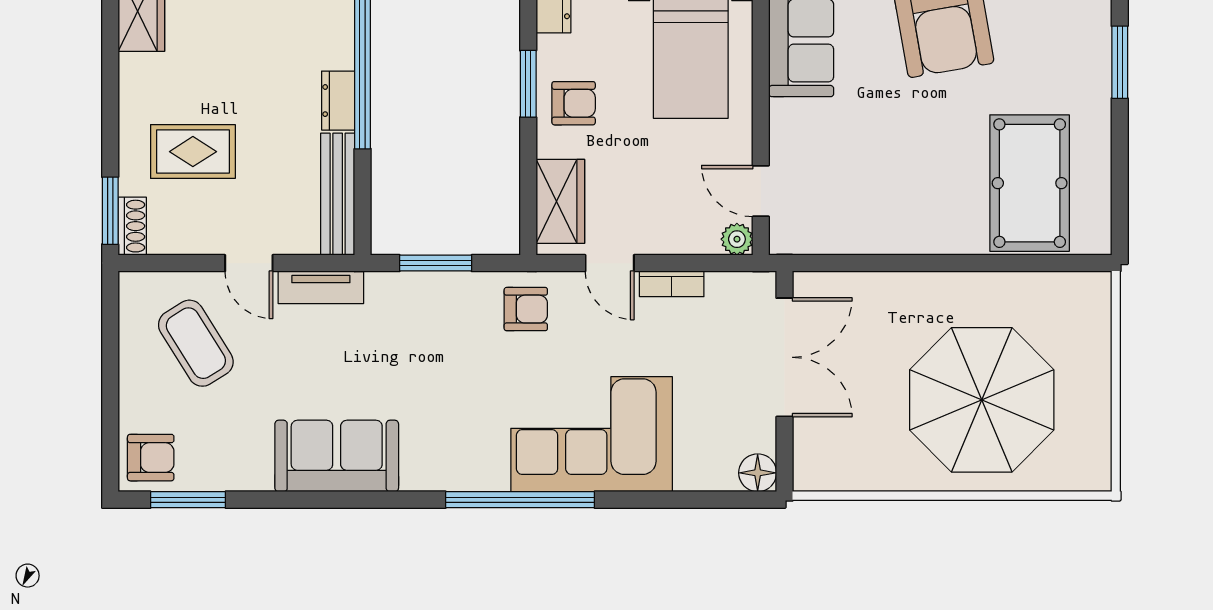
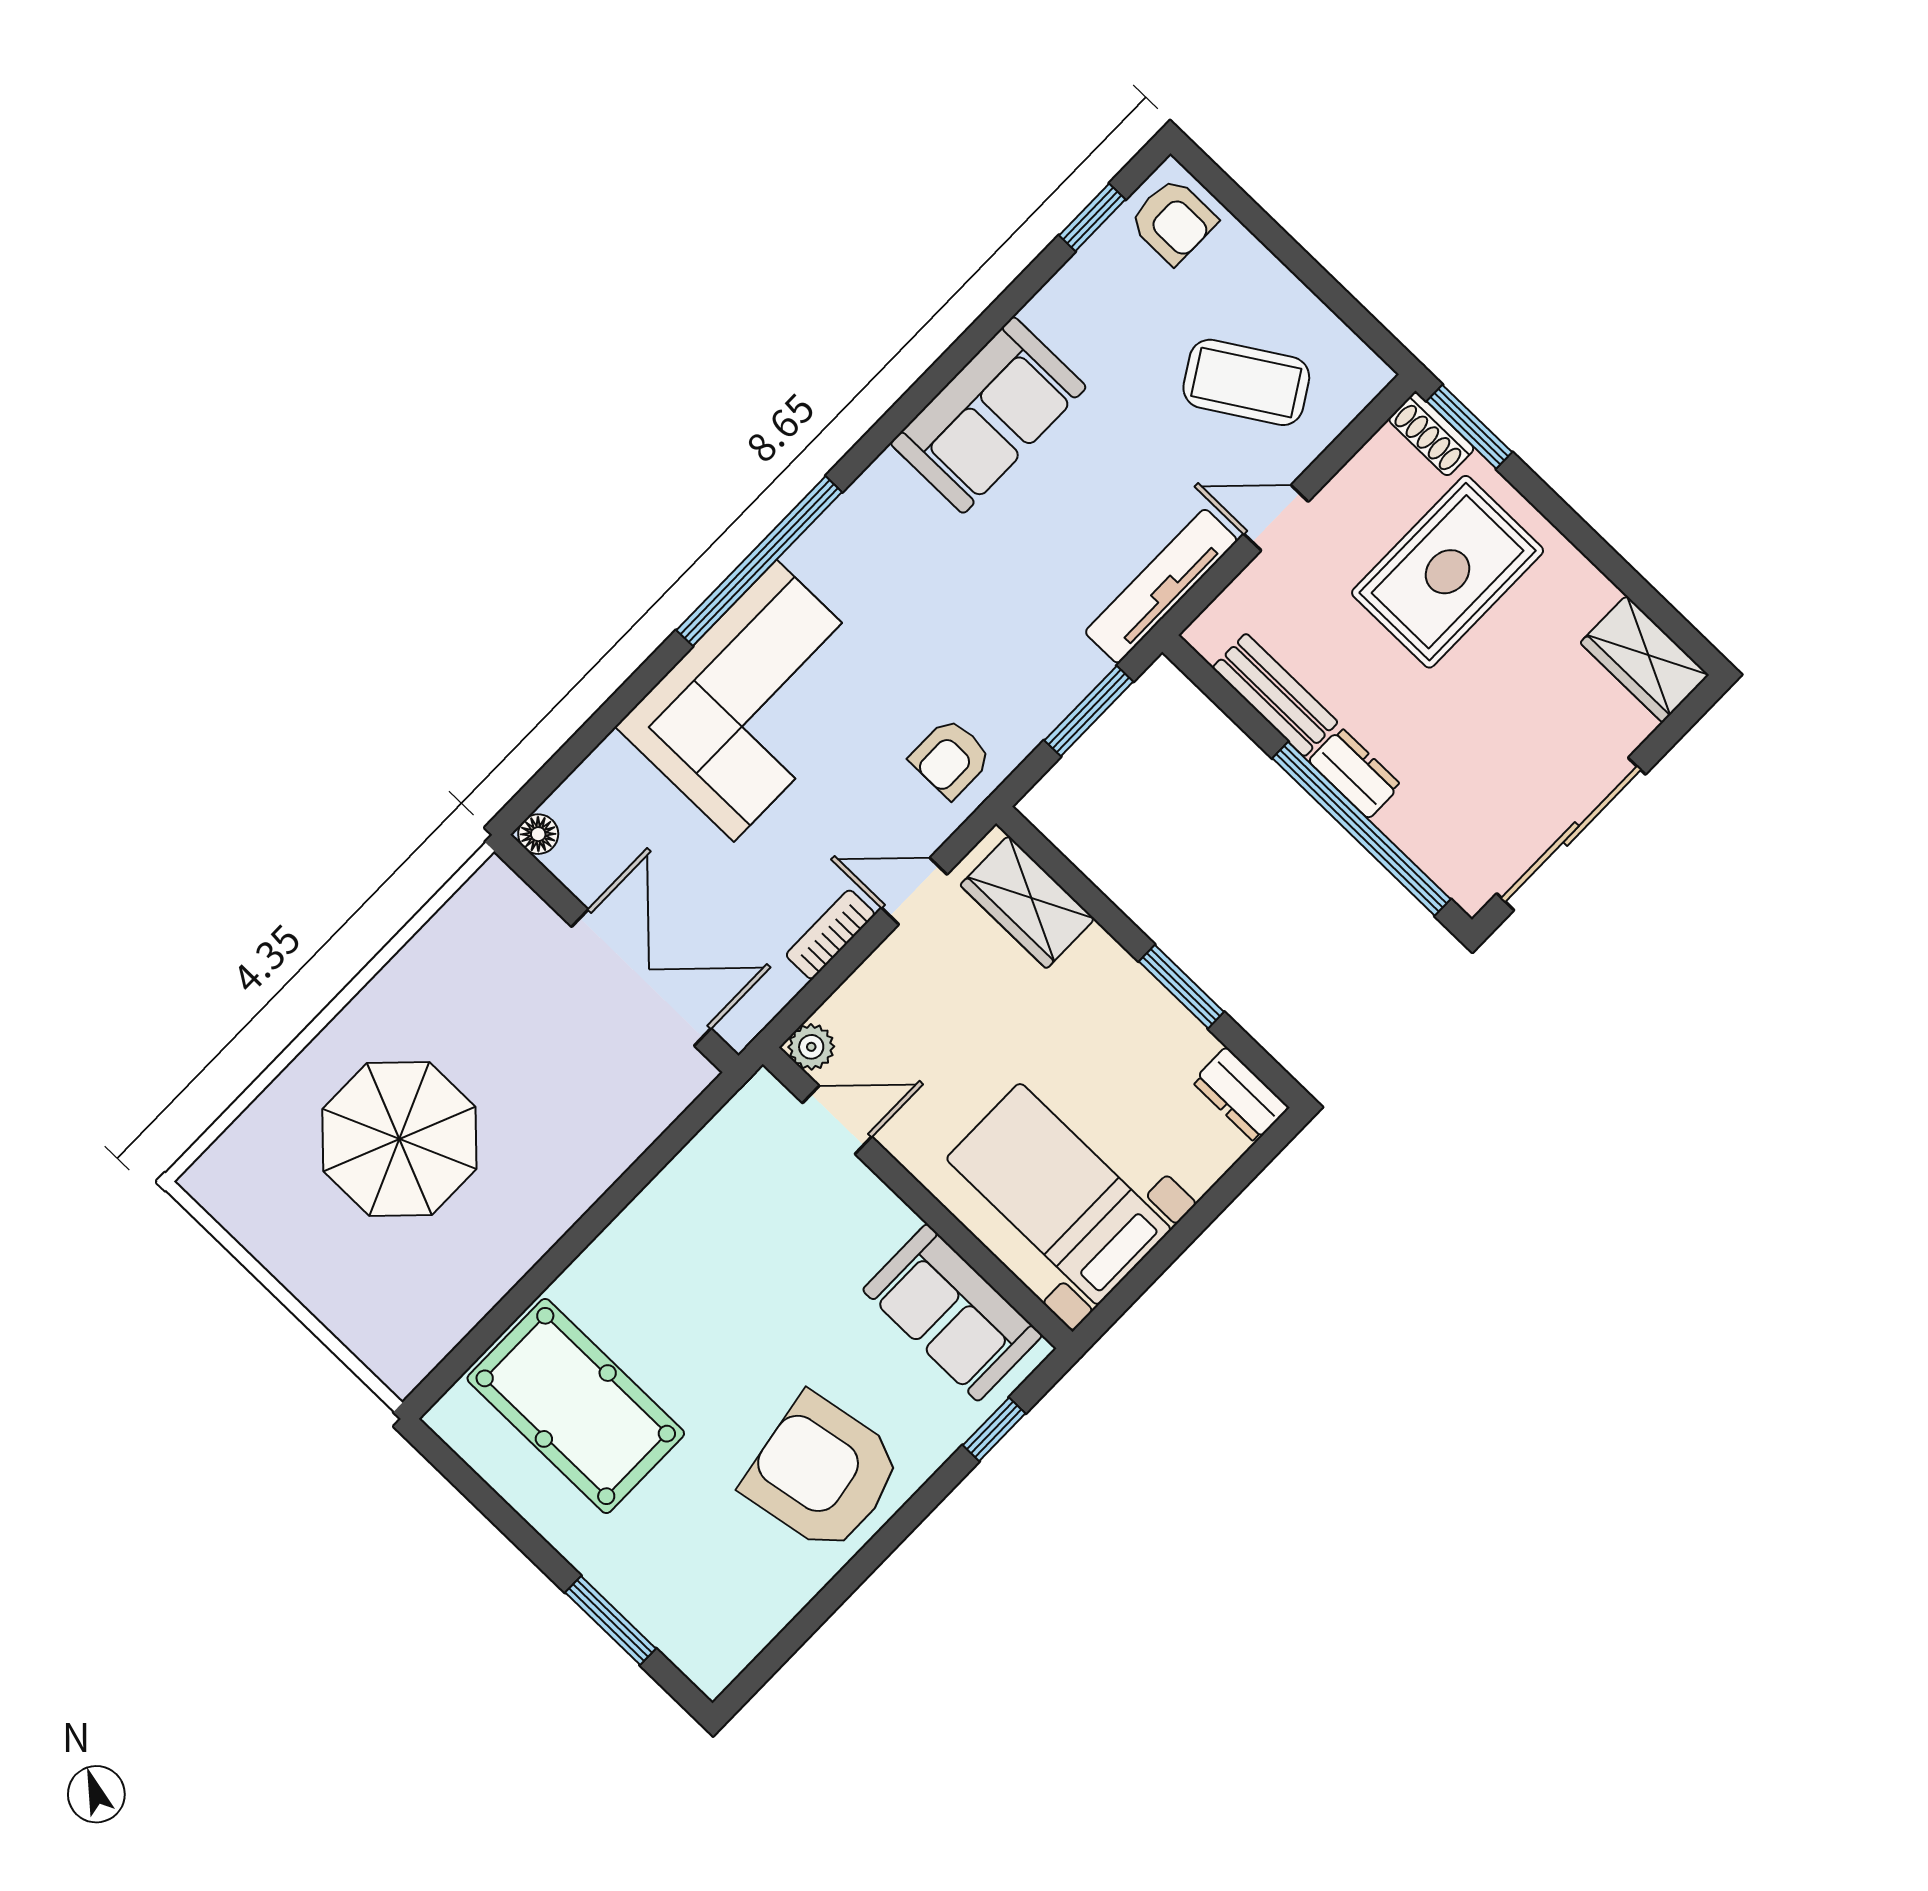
armchair: (574, 103) -> (1116, 1014), removed
rug: (193, 152) -> (1448, 572), width x1.36, depth x1.43
bench: (338, 194) -> (1275, 695), width x0.73
tv unit: (321, 287) -> (1161, 586), width x1.41
double door: (784, 357) -> (641, 978), swing flipped
parasol: (982, 400) -> (399, 1139), width x0.73, depth x0.73
armchair: (151, 458) -> (1173, 221), turned -90
floor lamp: (758, 473) -> (538, 834), width x0.73, depth x0.73
window: (188, 500) -> (1092, 217), width x0.67

